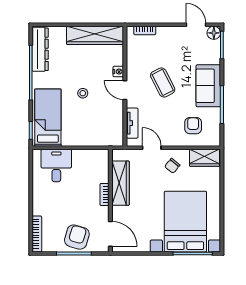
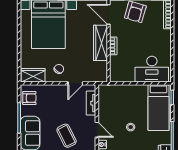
armchair: (193, 126) -> (29, 98), moved, turned -90
door: (152, 148) -> (75, 83), hinge flipped
desk: (56, 166) -> (152, 69), width x1.37
wardrobe: (120, 183) -> (100, 43), moved

